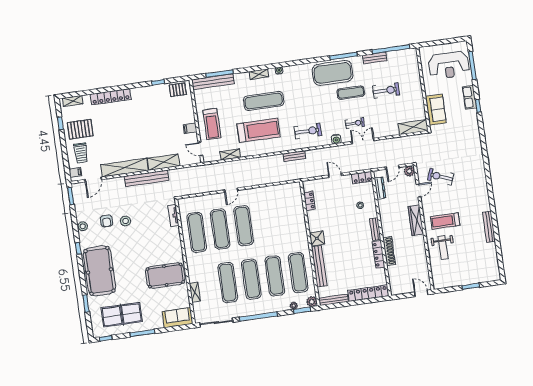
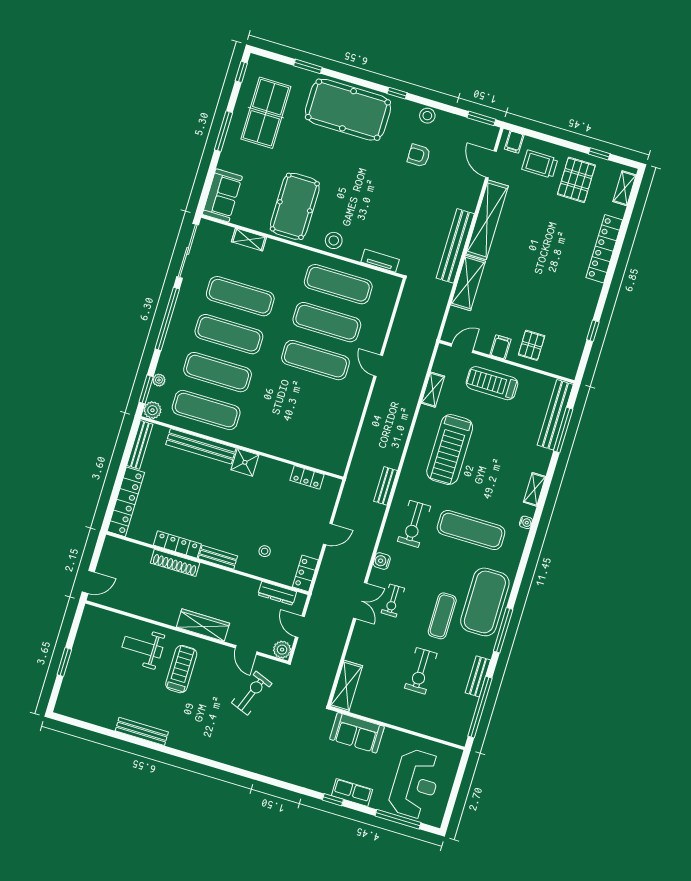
reception desk: (449, 65) -> (415, 784), turned 180
pallet: (178, 90) -> (532, 345), moved
exercise mat: (264, 101) -> (471, 530), moved, turned 90
stool: (126, 221) -> (334, 240), moved

